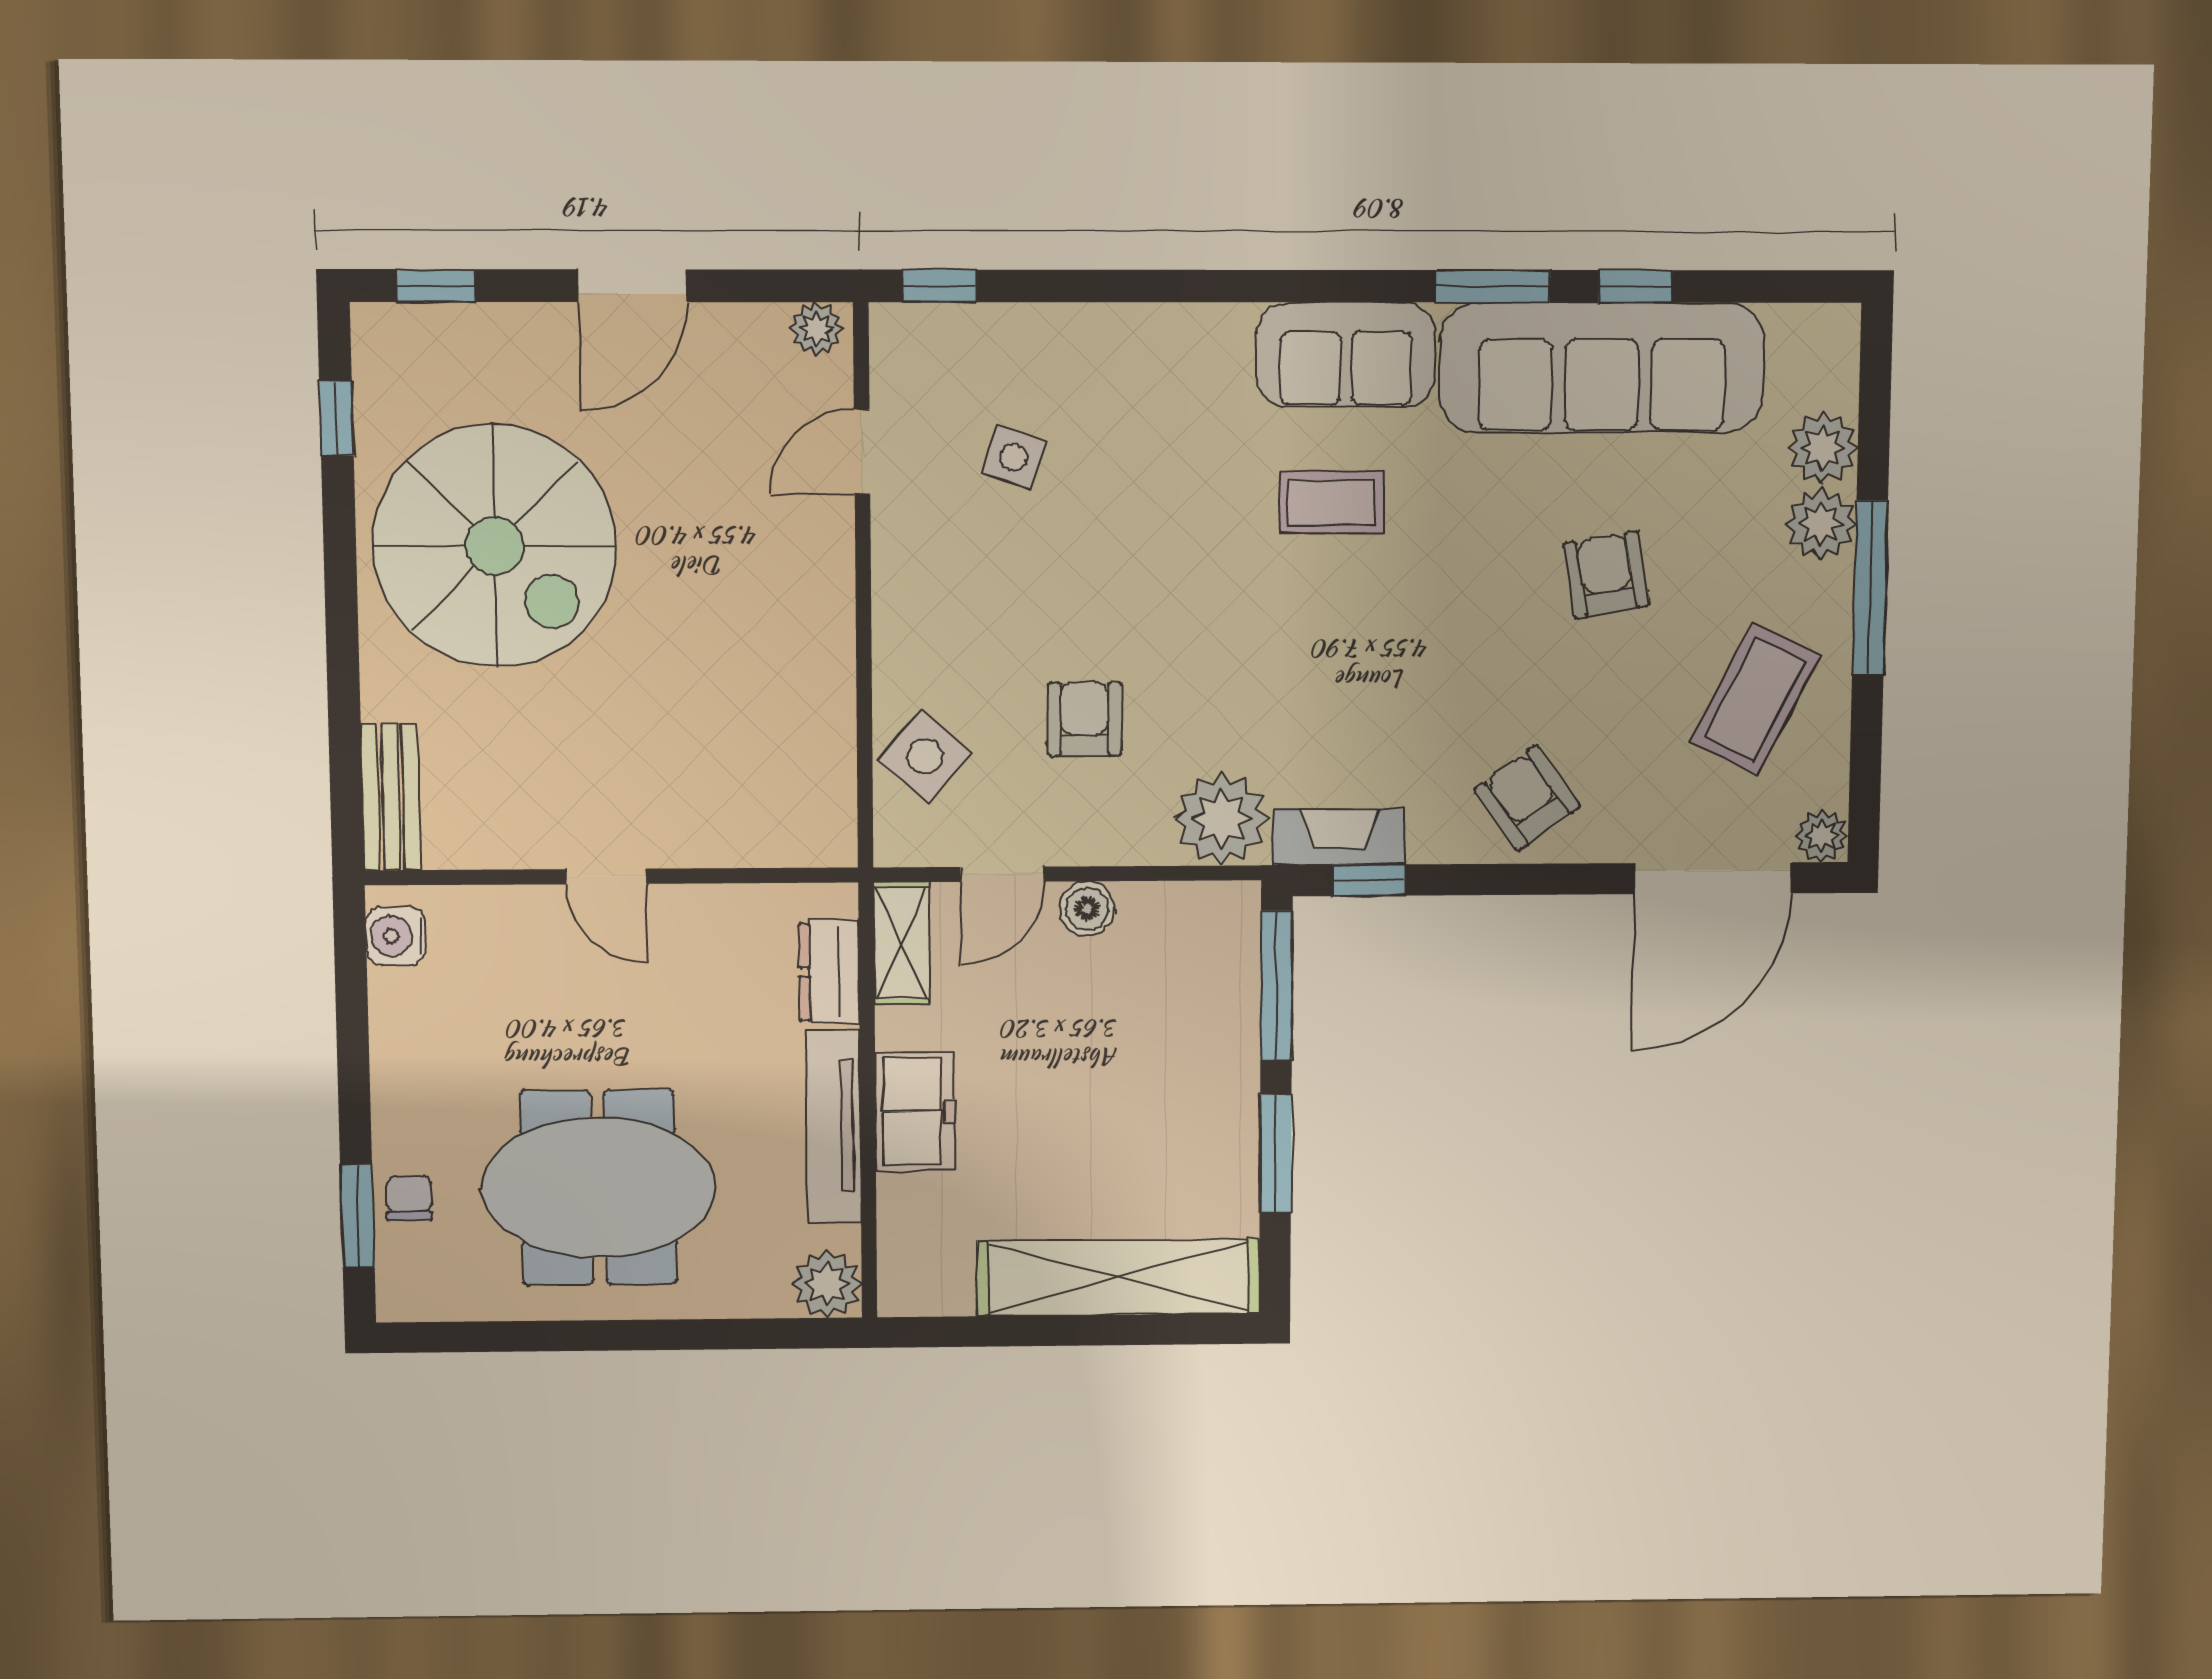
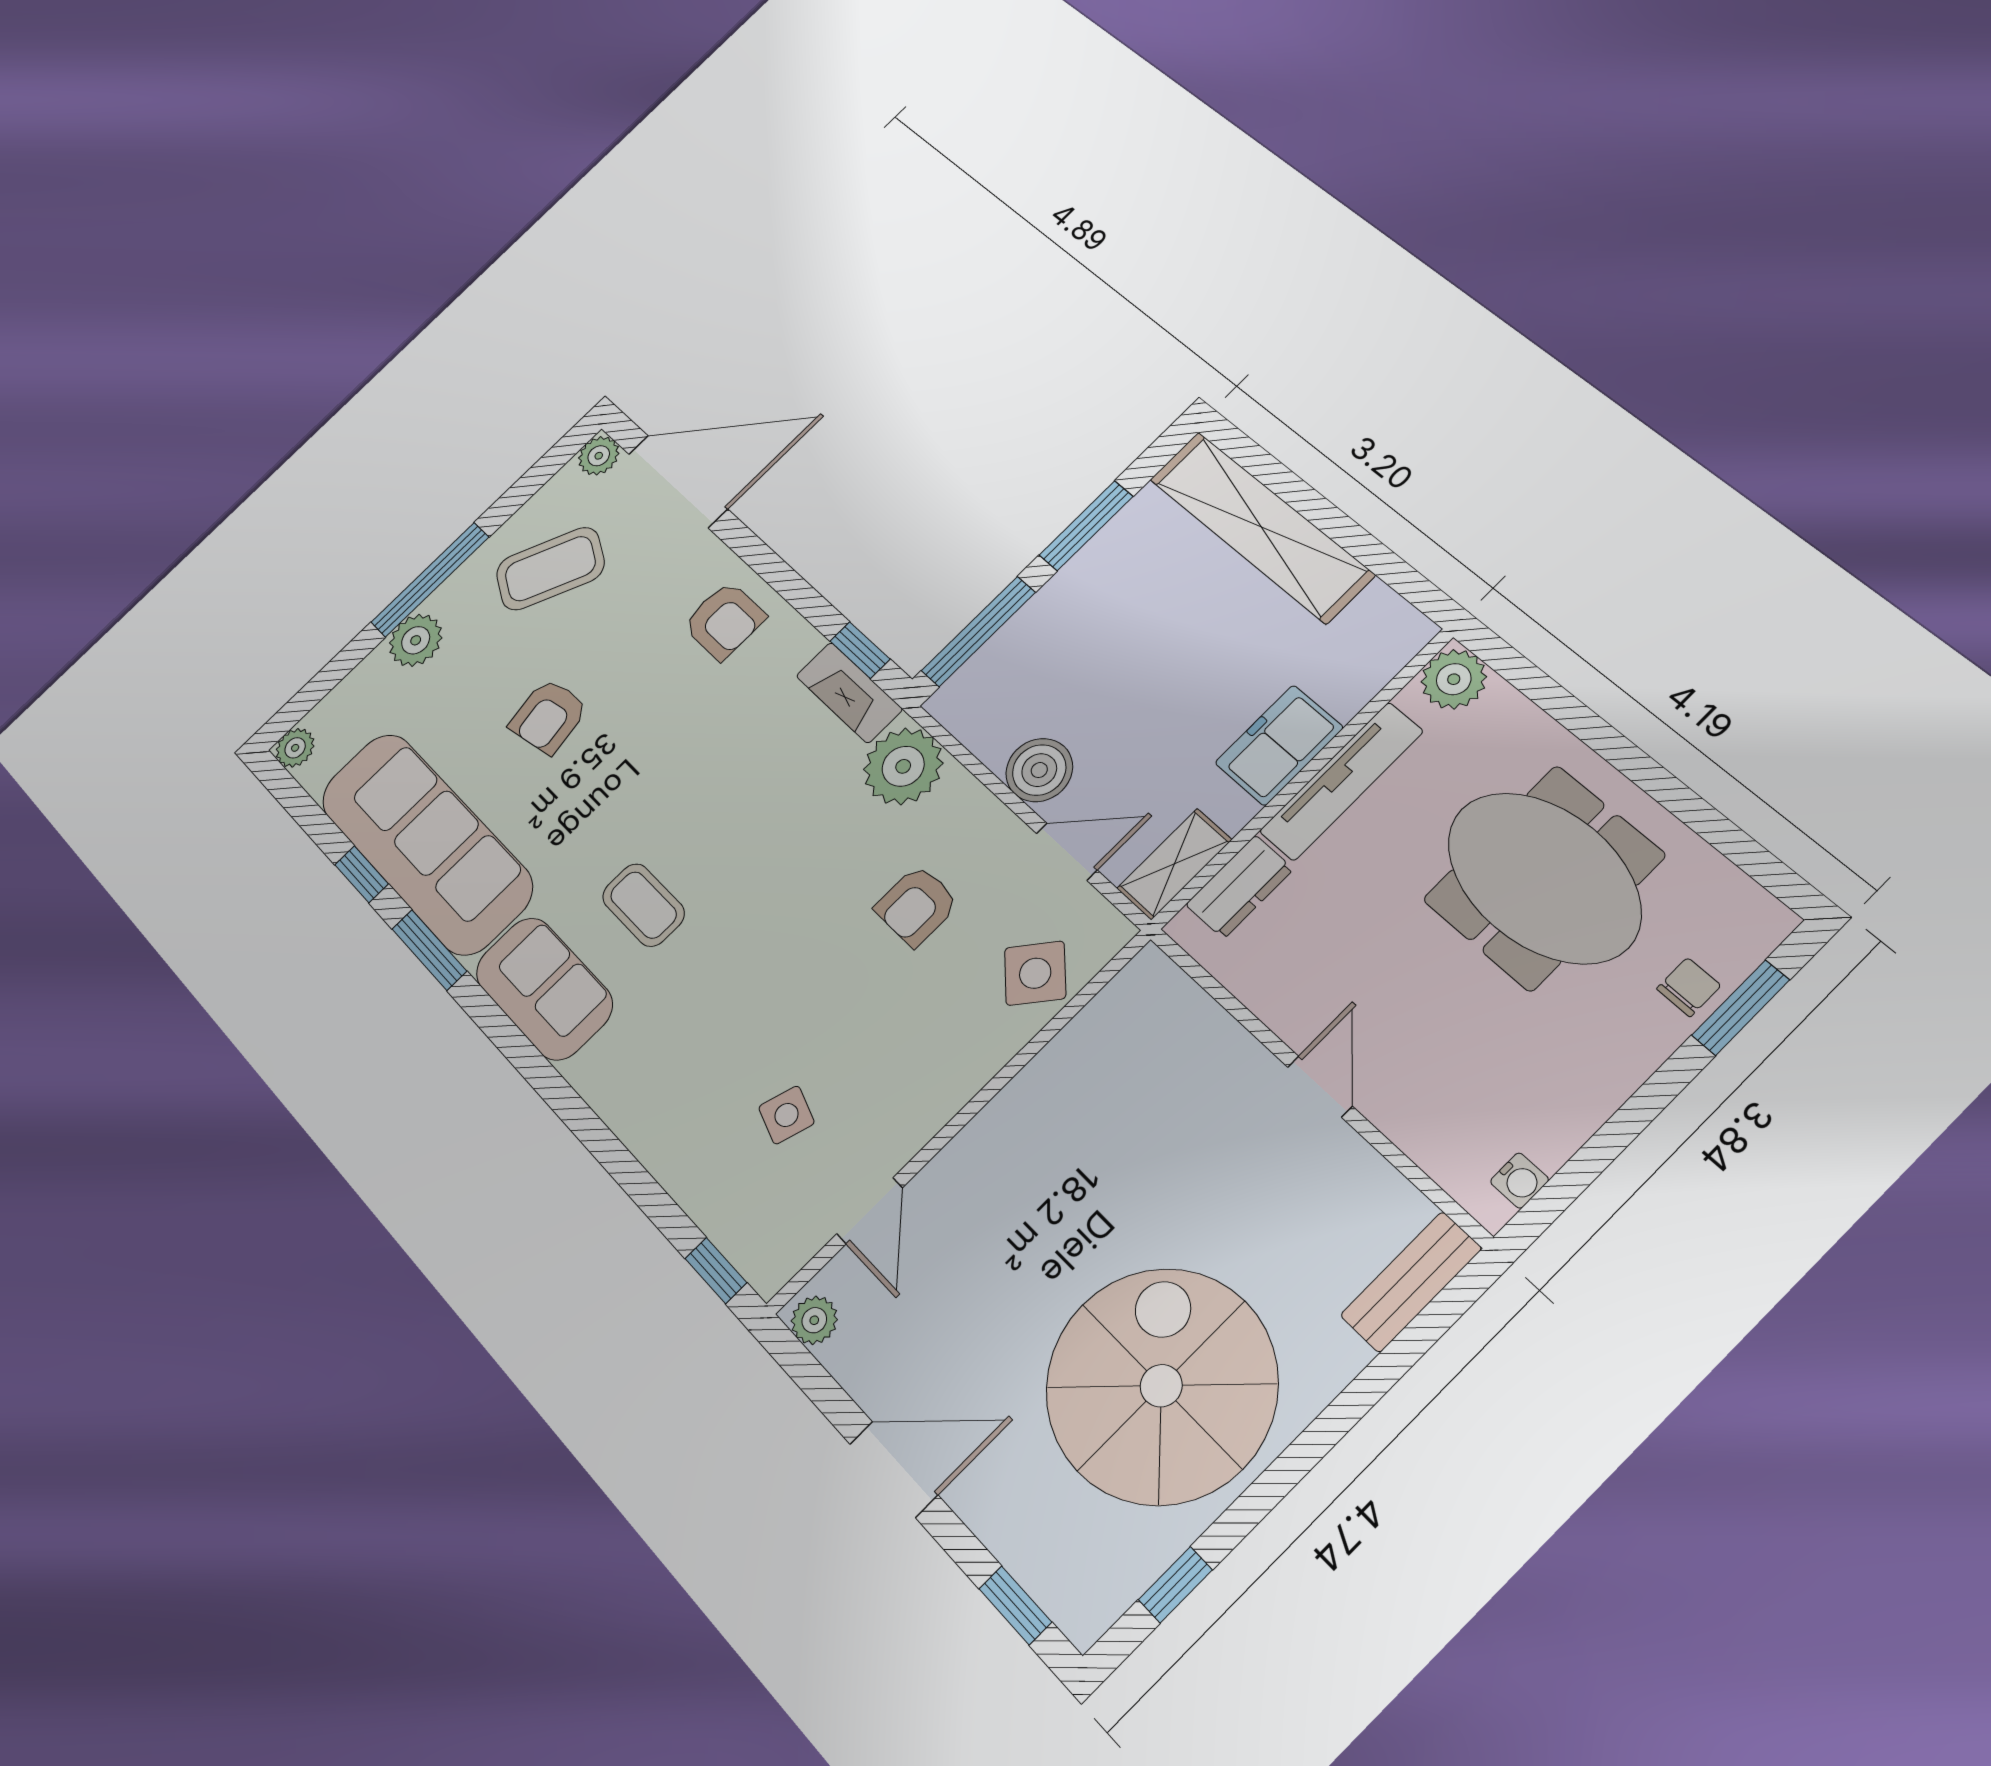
plant: (1823, 448) -> (295, 748), moved, width x0.73, depth x0.73
door: (862, 452) -> (870, 1211), hinge flipped
armchair: (1527, 798) -> (724, 621), turned -54
boiler: (1087, 909) -> (1039, 770), width x1.36, depth x1.36
water cooler: (396, 936) -> (1519, 1180), width x0.72, depth x0.72
chair: (409, 1198) -> (1689, 987), turned 180

